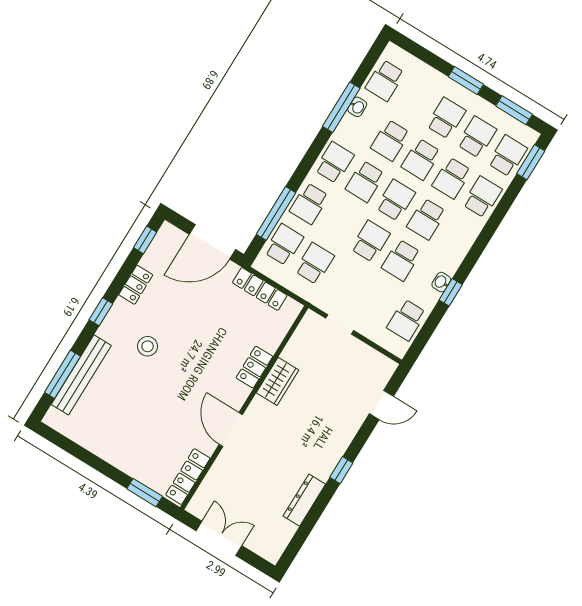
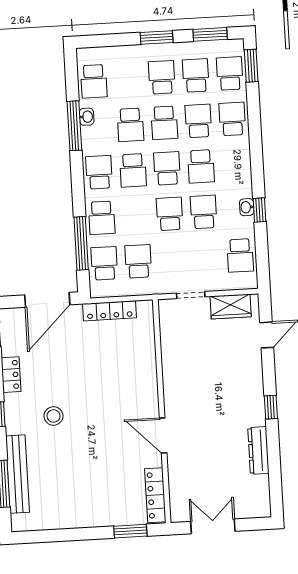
school desk: (452, 178) -> (198, 121), turned 180
school desk: (401, 260) -> (204, 212), turned 180
locker: (254, 367) -> (148, 374), removed
wardrobe: (278, 381) -> (231, 307), moved, turned 90

